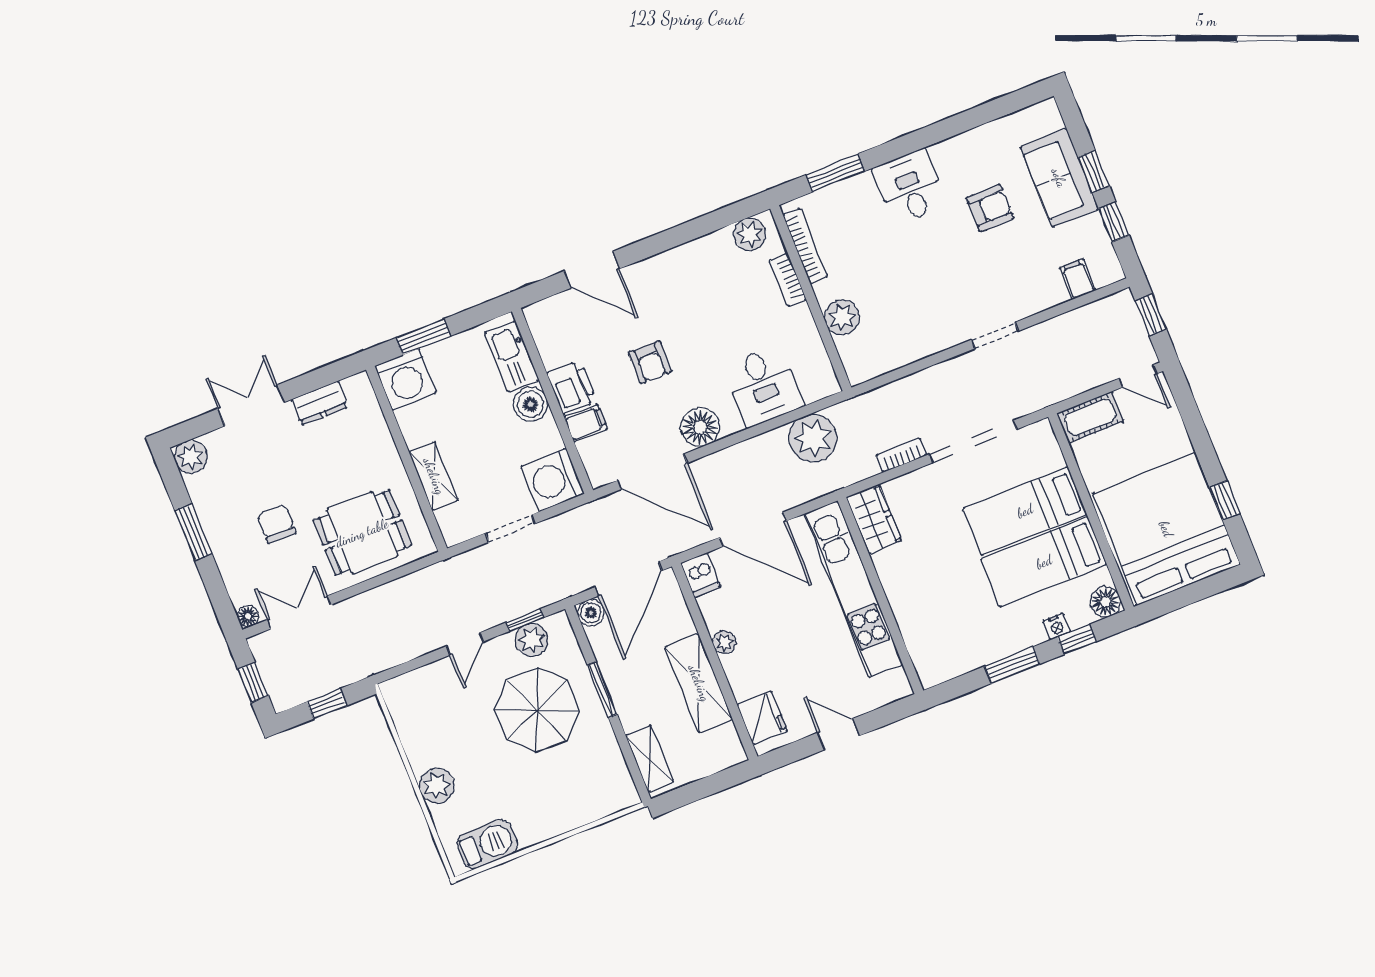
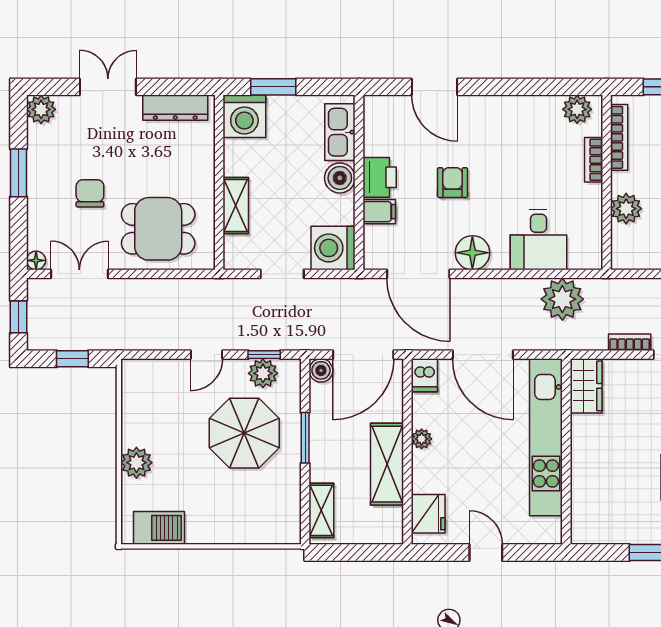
armchair: (650, 362) -> (453, 183), turned 180
dresser: (320, 403) -> (175, 108), width x1.44

